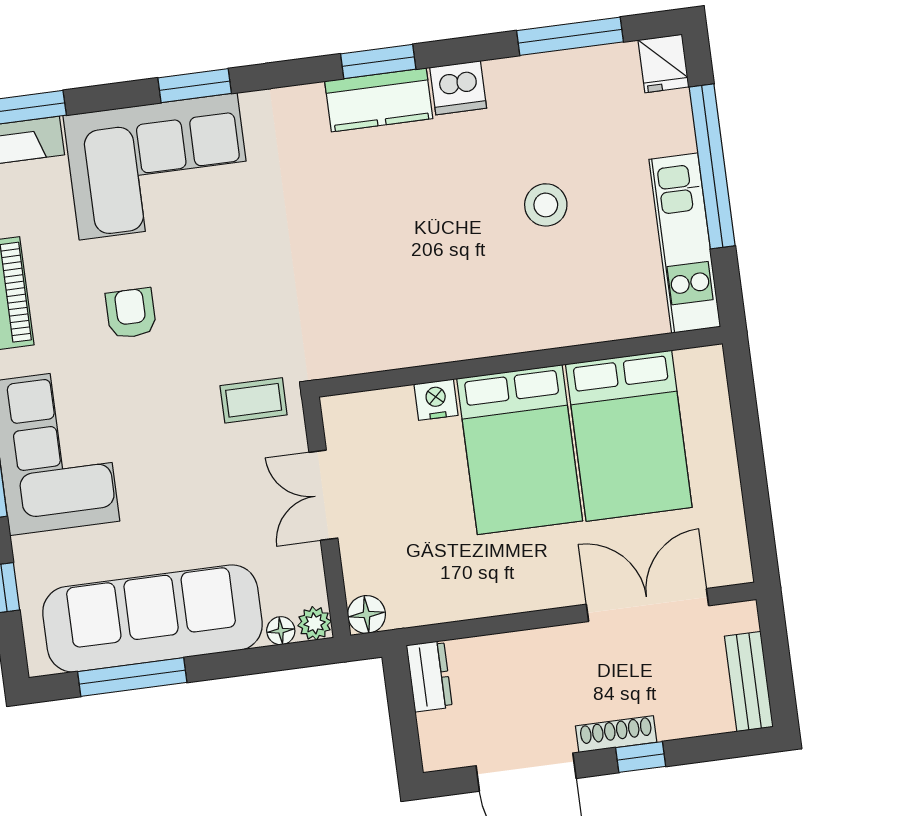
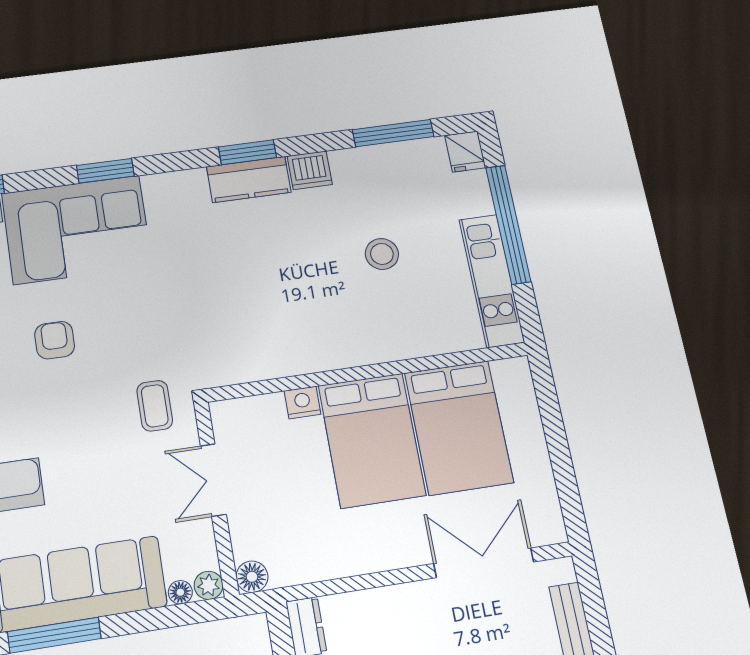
coffee table: (254, 400) -> (155, 406), turned 90

